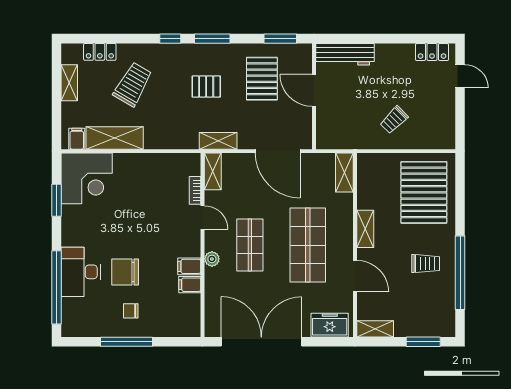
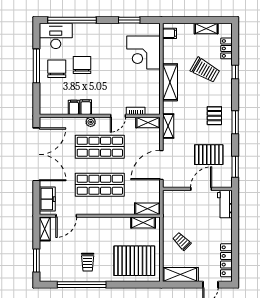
window: (170, 39) -> (235, 72), moved
locker: (432, 52) -> (226, 260), width x1.53
workbench: (345, 54) -> (225, 204), width x0.73
pallet: (206, 87) -> (214, 116), moved
shelving: (445, 122) -> (180, 274), added
shelving: (115, 138) -> (170, 82), moved
corner desk: (87, 178) -> (143, 53), moved
shelving: (365, 229) -> (143, 222), moved
shop shelf: (250, 245) -> (100, 147), width x1.43, depth x1.36
desk: (81, 272) -> (56, 36), moved
door: (355, 276) -> (66, 216), moved
chair: (131, 311) -> (57, 69), width x1.87, depth x1.87

